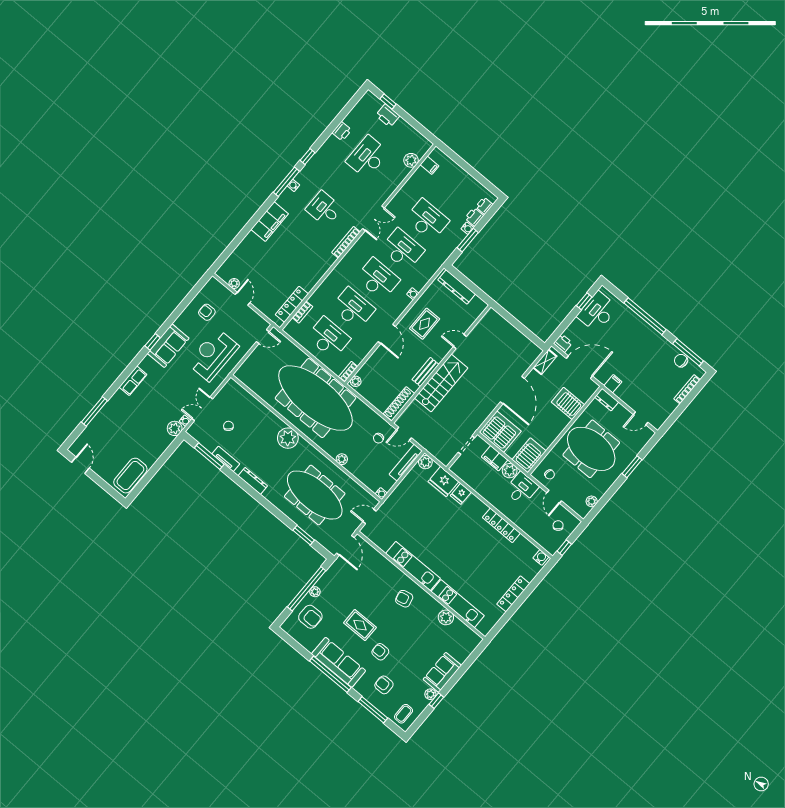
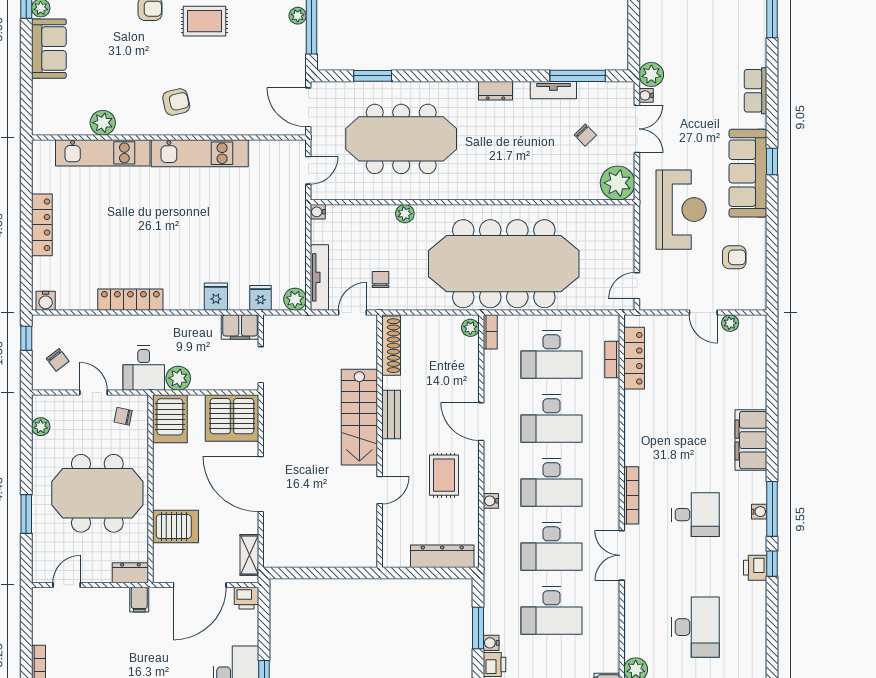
printer: (342, 131) -> (755, 568), moved
sofa: (168, 346) -> (748, 173), width x1.36
plant: (288, 438) -> (618, 183), moved
filing cabinet: (495, 458) -> (240, 327), moved, turned 180
dresser: (253, 481) -> (495, 91), width x0.70
fridge: (443, 482) -> (260, 298), width x0.53, depth x0.75

